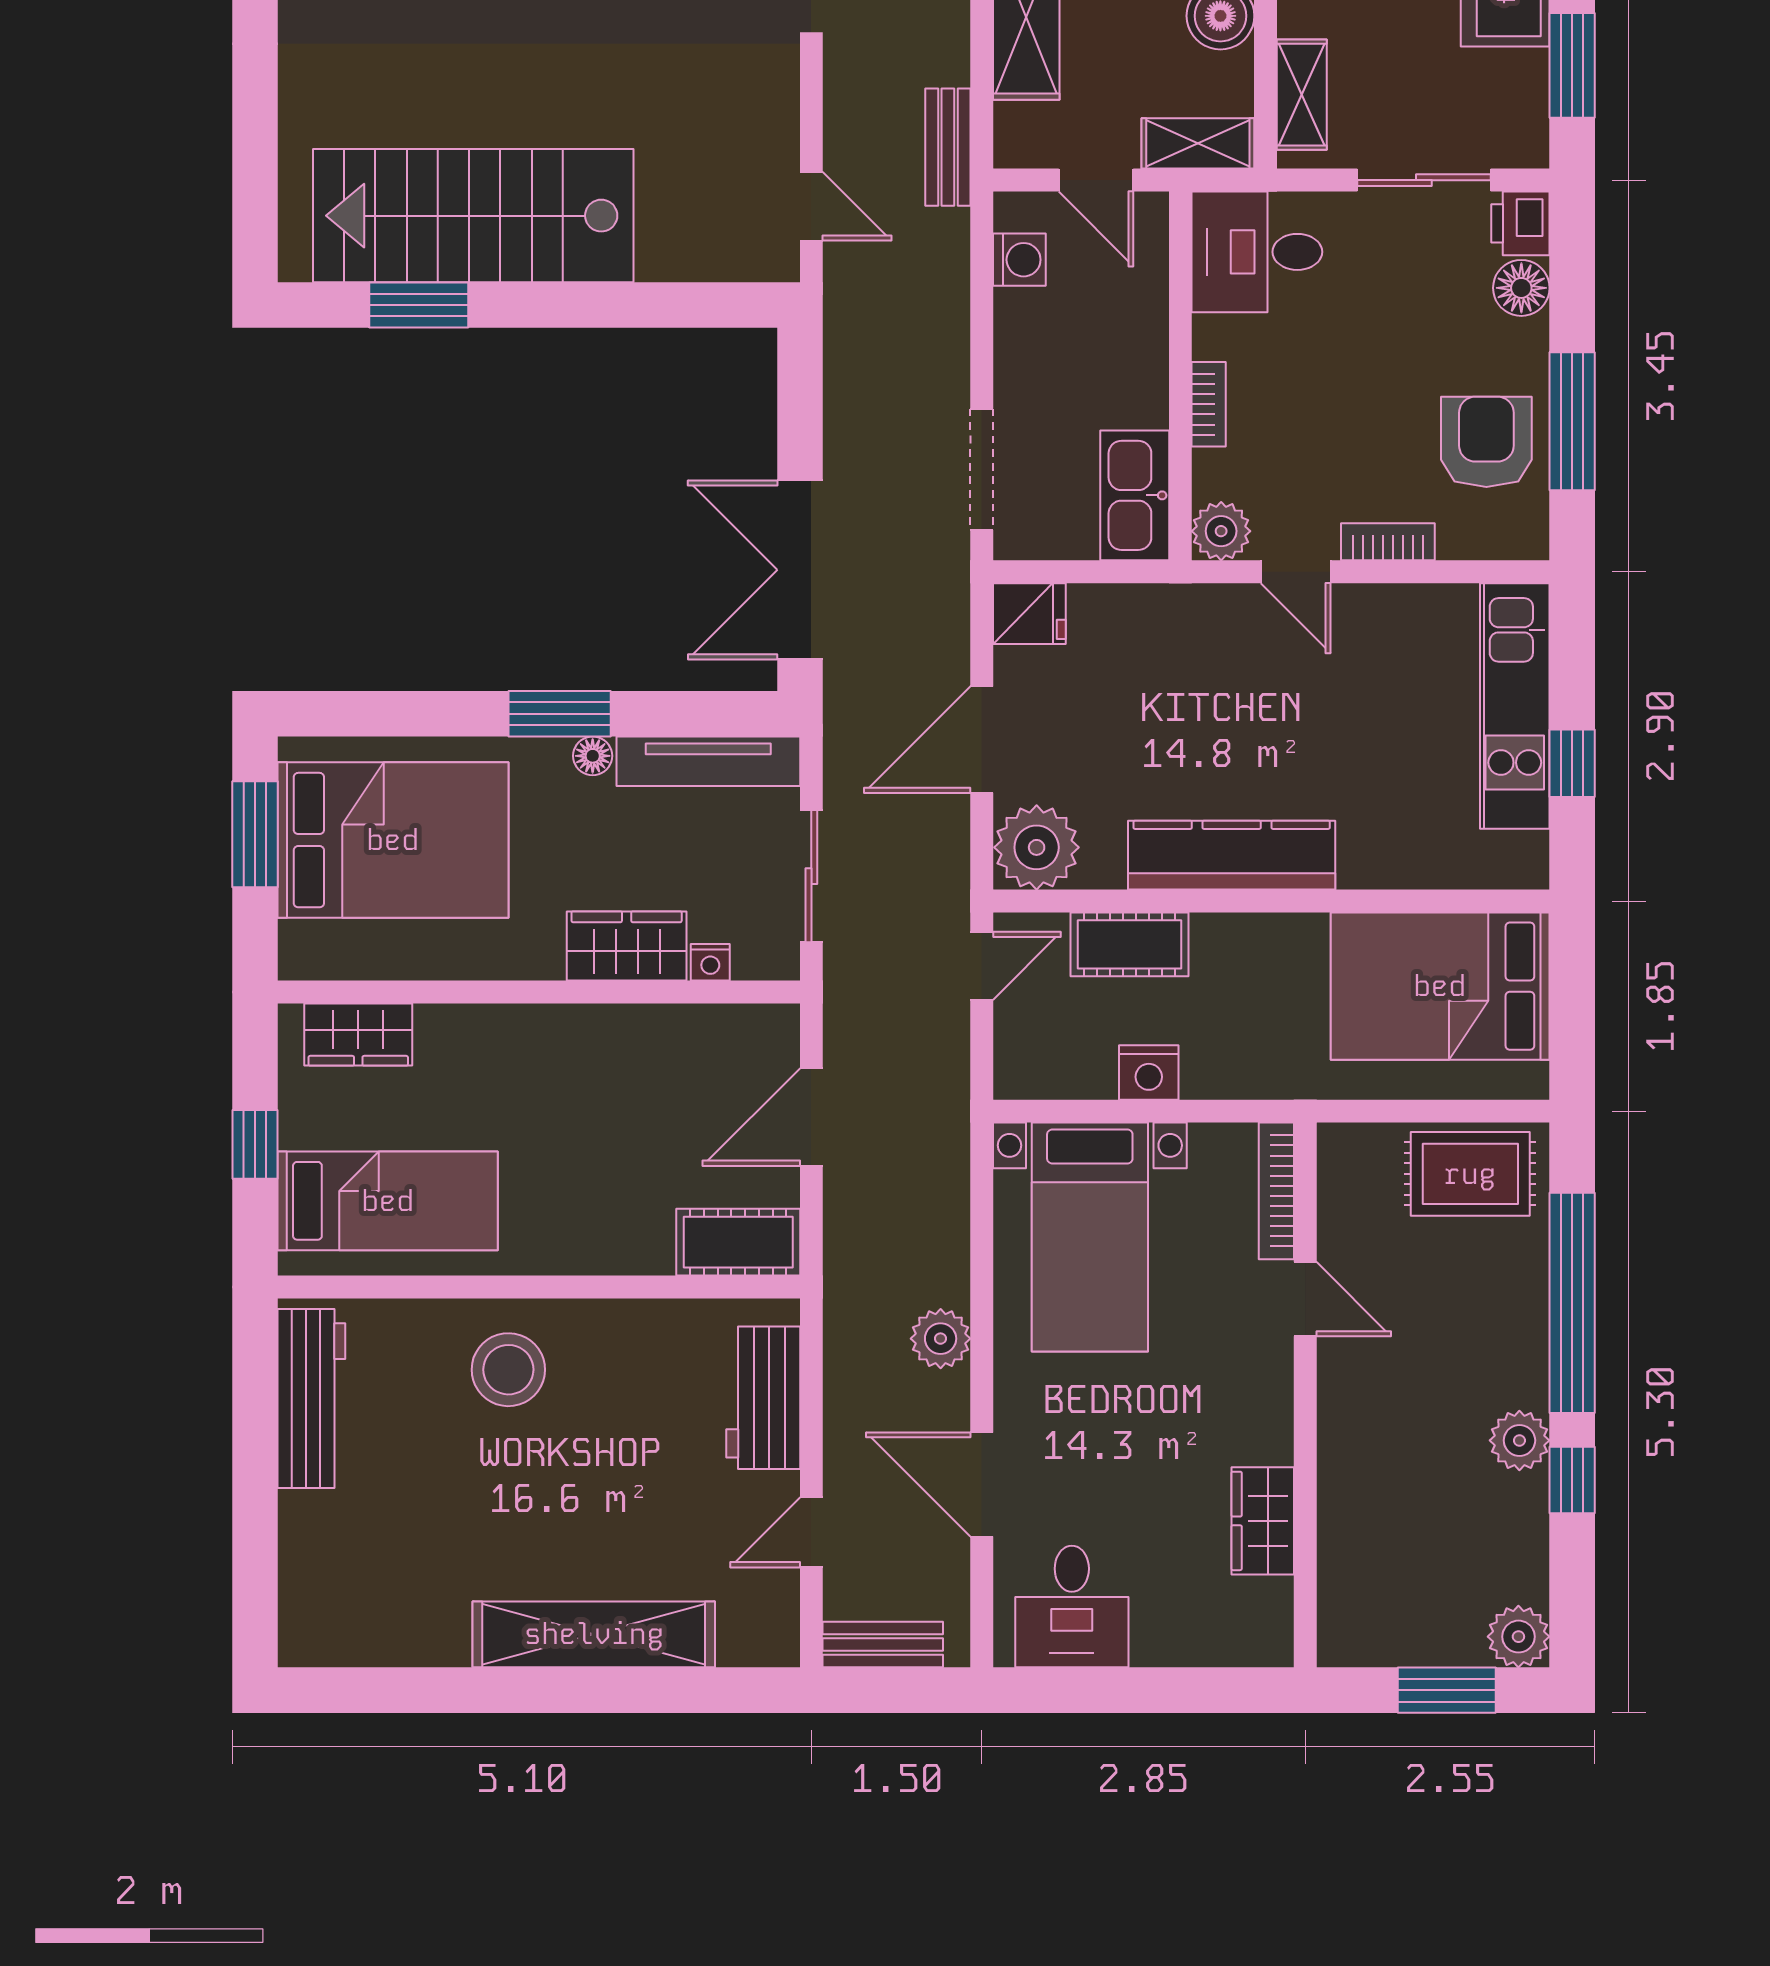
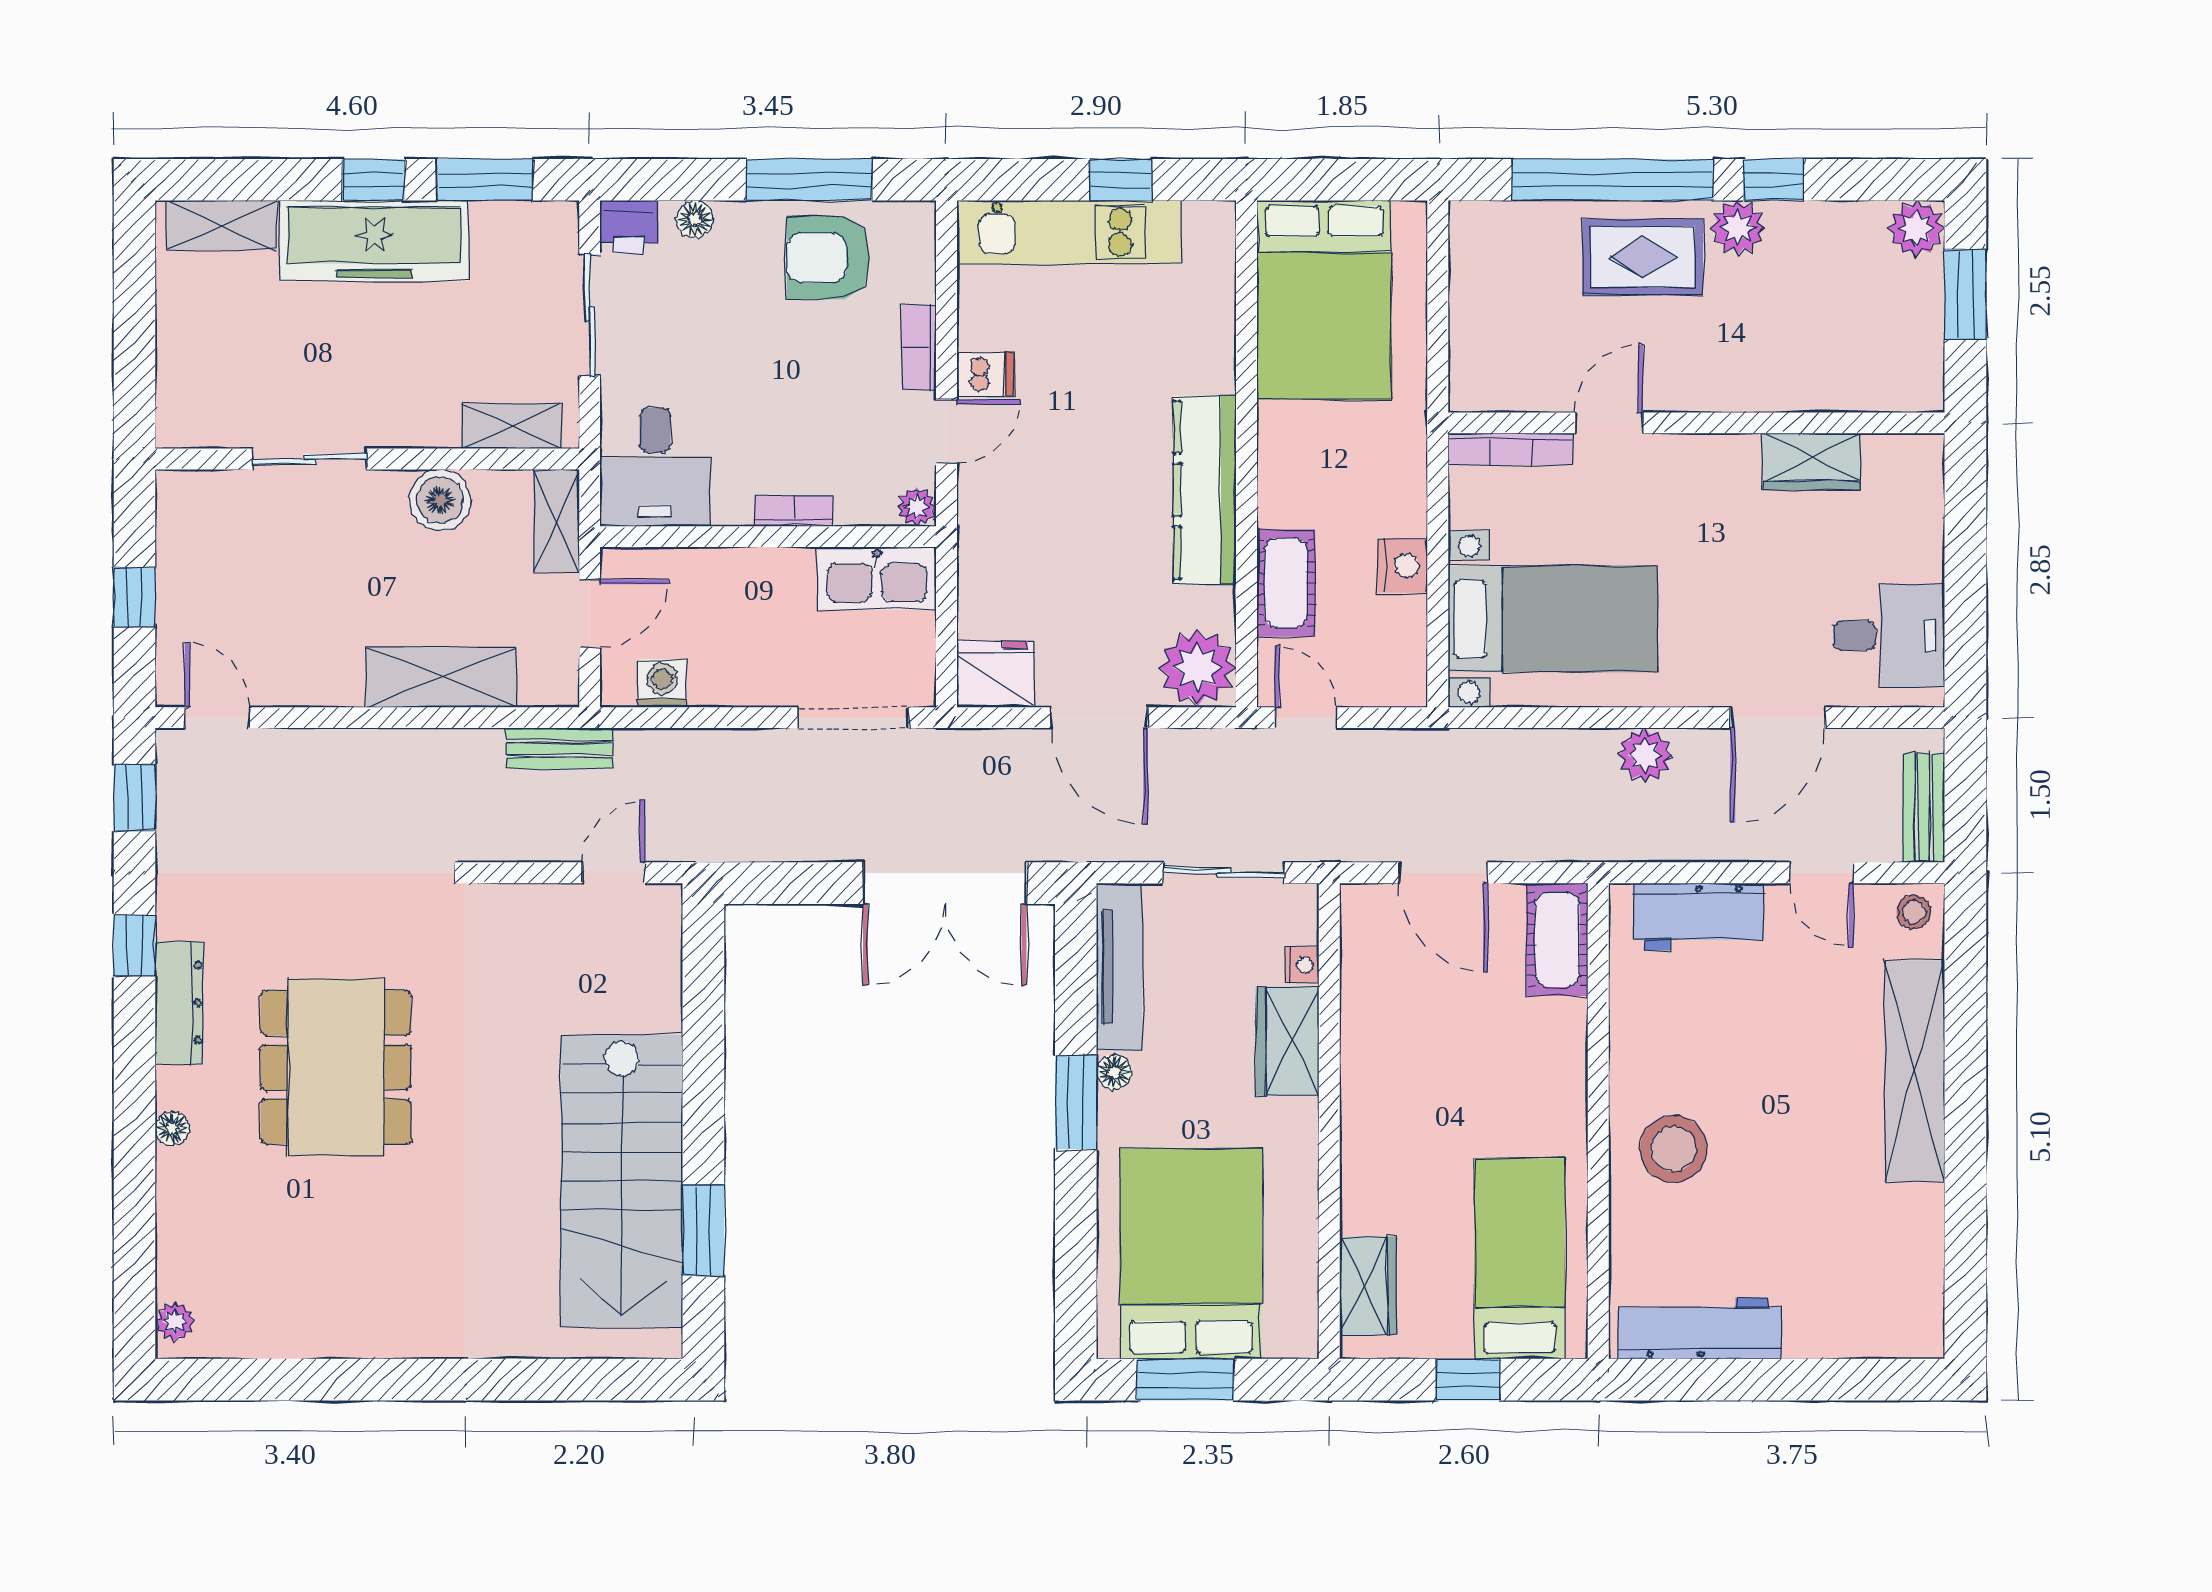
floor lamp: (1521, 288) -> (695, 219), width x0.73, depth x0.73
plant: (1221, 531) -> (917, 507), width x0.73, depth x0.73
fridge: (1029, 614) -> (995, 674), width x1.38
dishwasher: (1358, 615) -> (985, 375), added
rug: (1470, 1174) -> (1643, 257), moved, turned 90
stool: (768, 1633) -> (1914, 912), added

